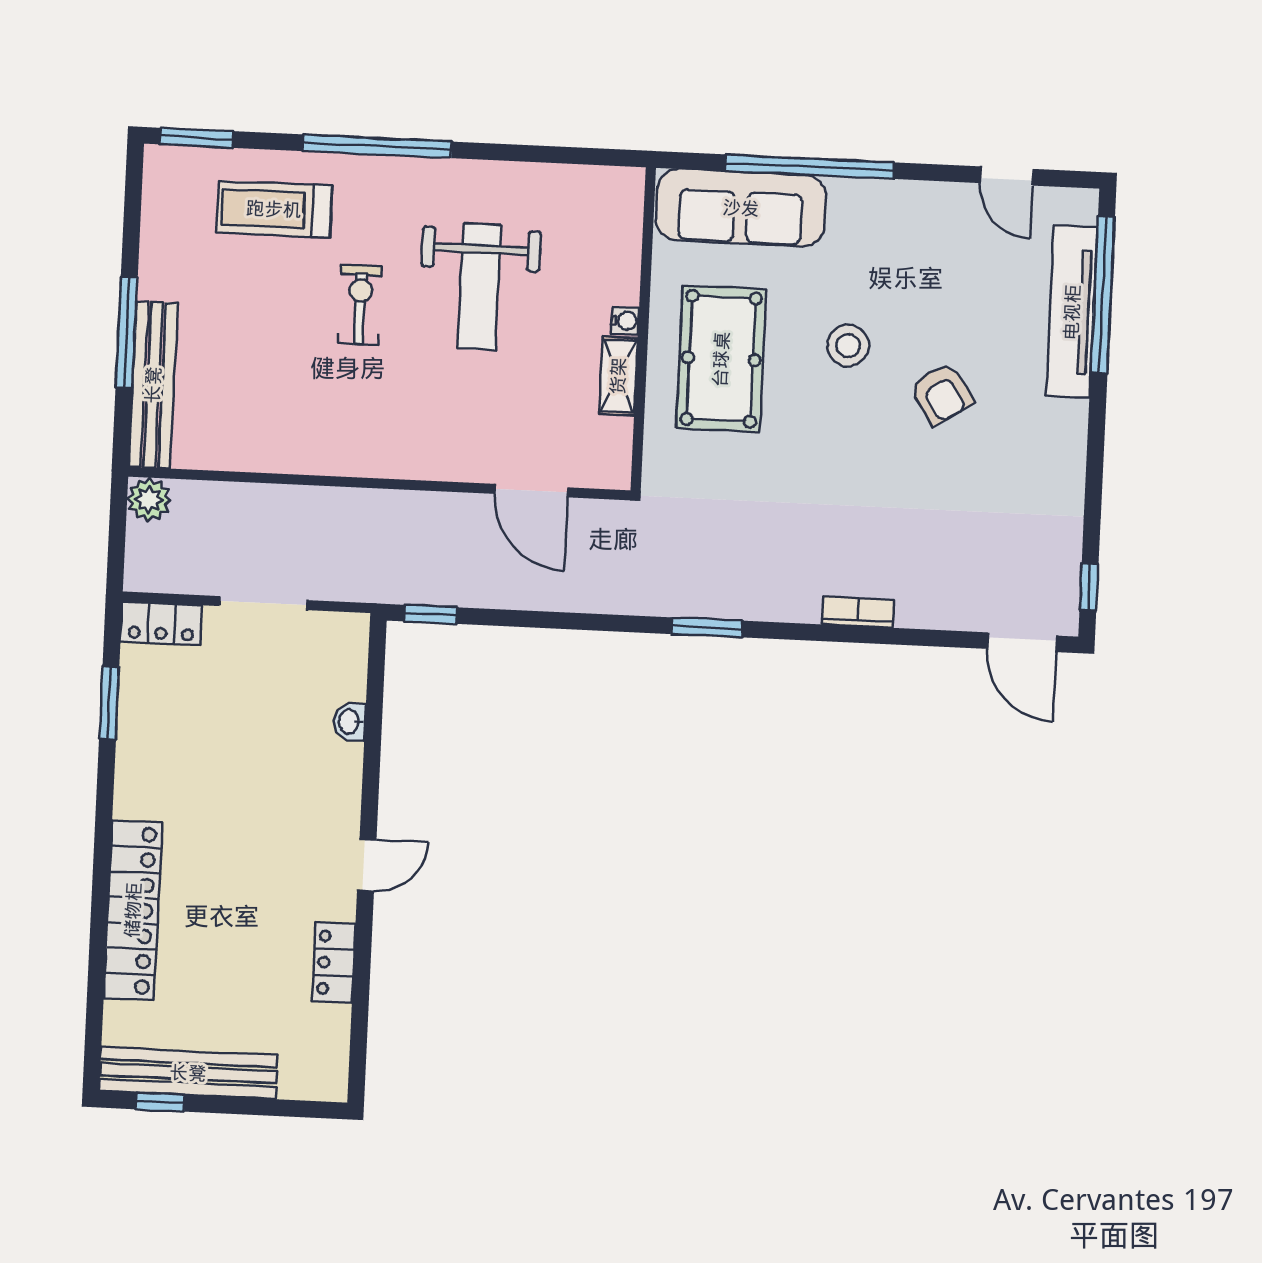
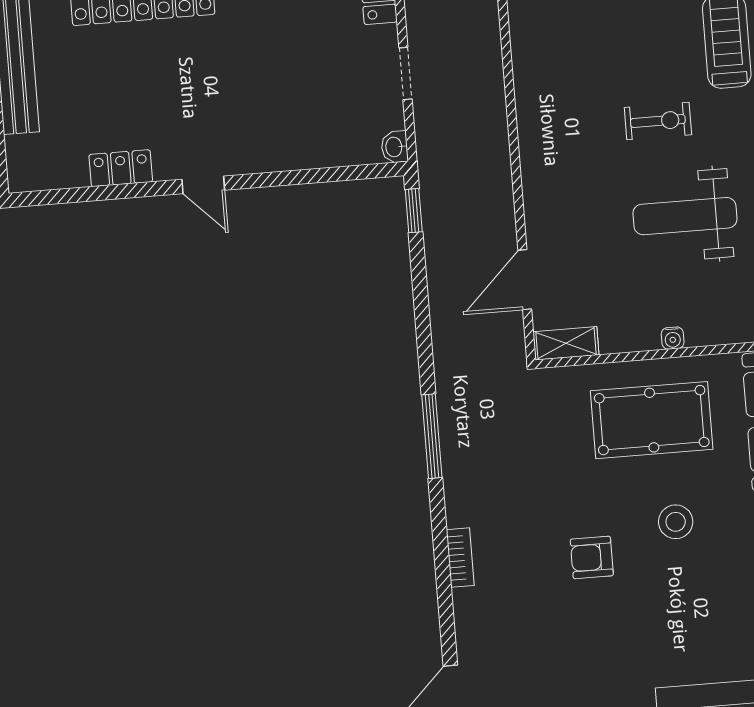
shelving: (618, 376) -> (566, 343), moved
armchair: (942, 394) -> (592, 557), moved, turned 33
doorway: (263, 603) -> (405, 73), width x0.73
window: (707, 627) -> (432, 436), width x1.44
washbasin: (350, 722) -> (395, 147), moved, turned -90

